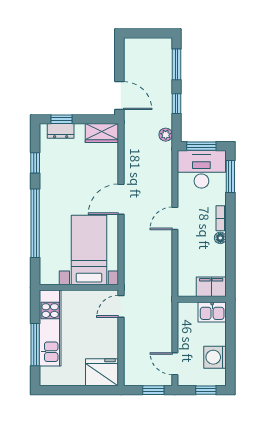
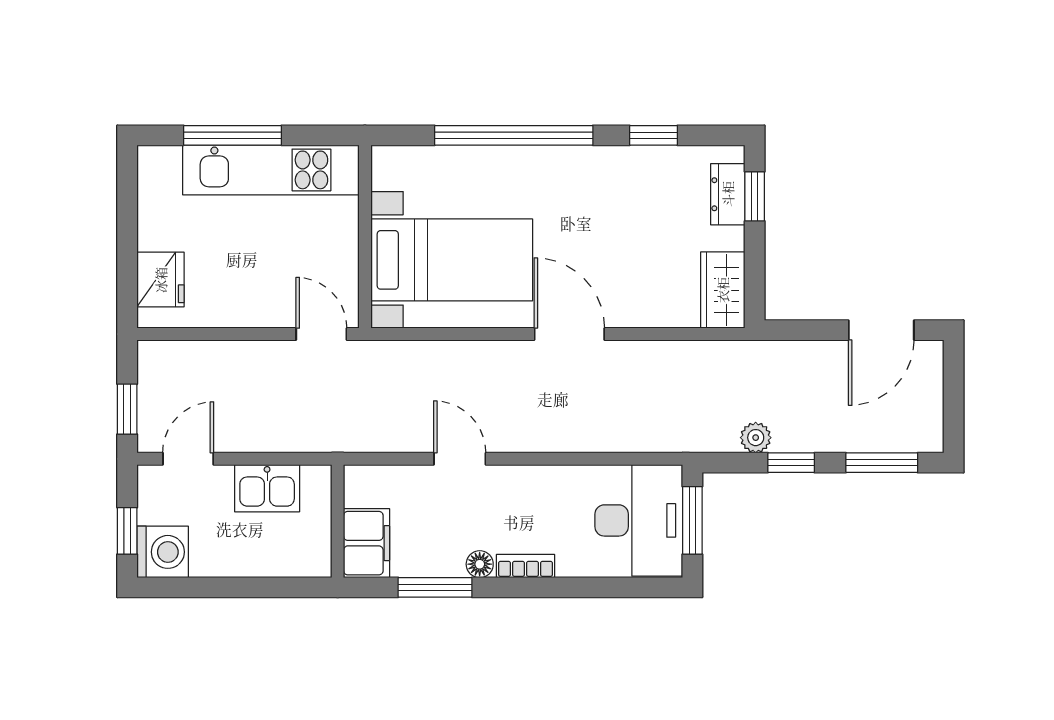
door: (119, 96) -> (881, 330), moved
plant: (166, 135) -> (756, 438), moved
window: (230, 176) -> (435, 587), moved
door: (175, 218) -> (460, 459), moved
kitchen sink: (212, 312) -> (267, 488), moved, turned -90
washing machine: (215, 357) -> (163, 552), moved, turned 90
fridge: (102, 372) -> (161, 280), width x0.73, depth x0.75

